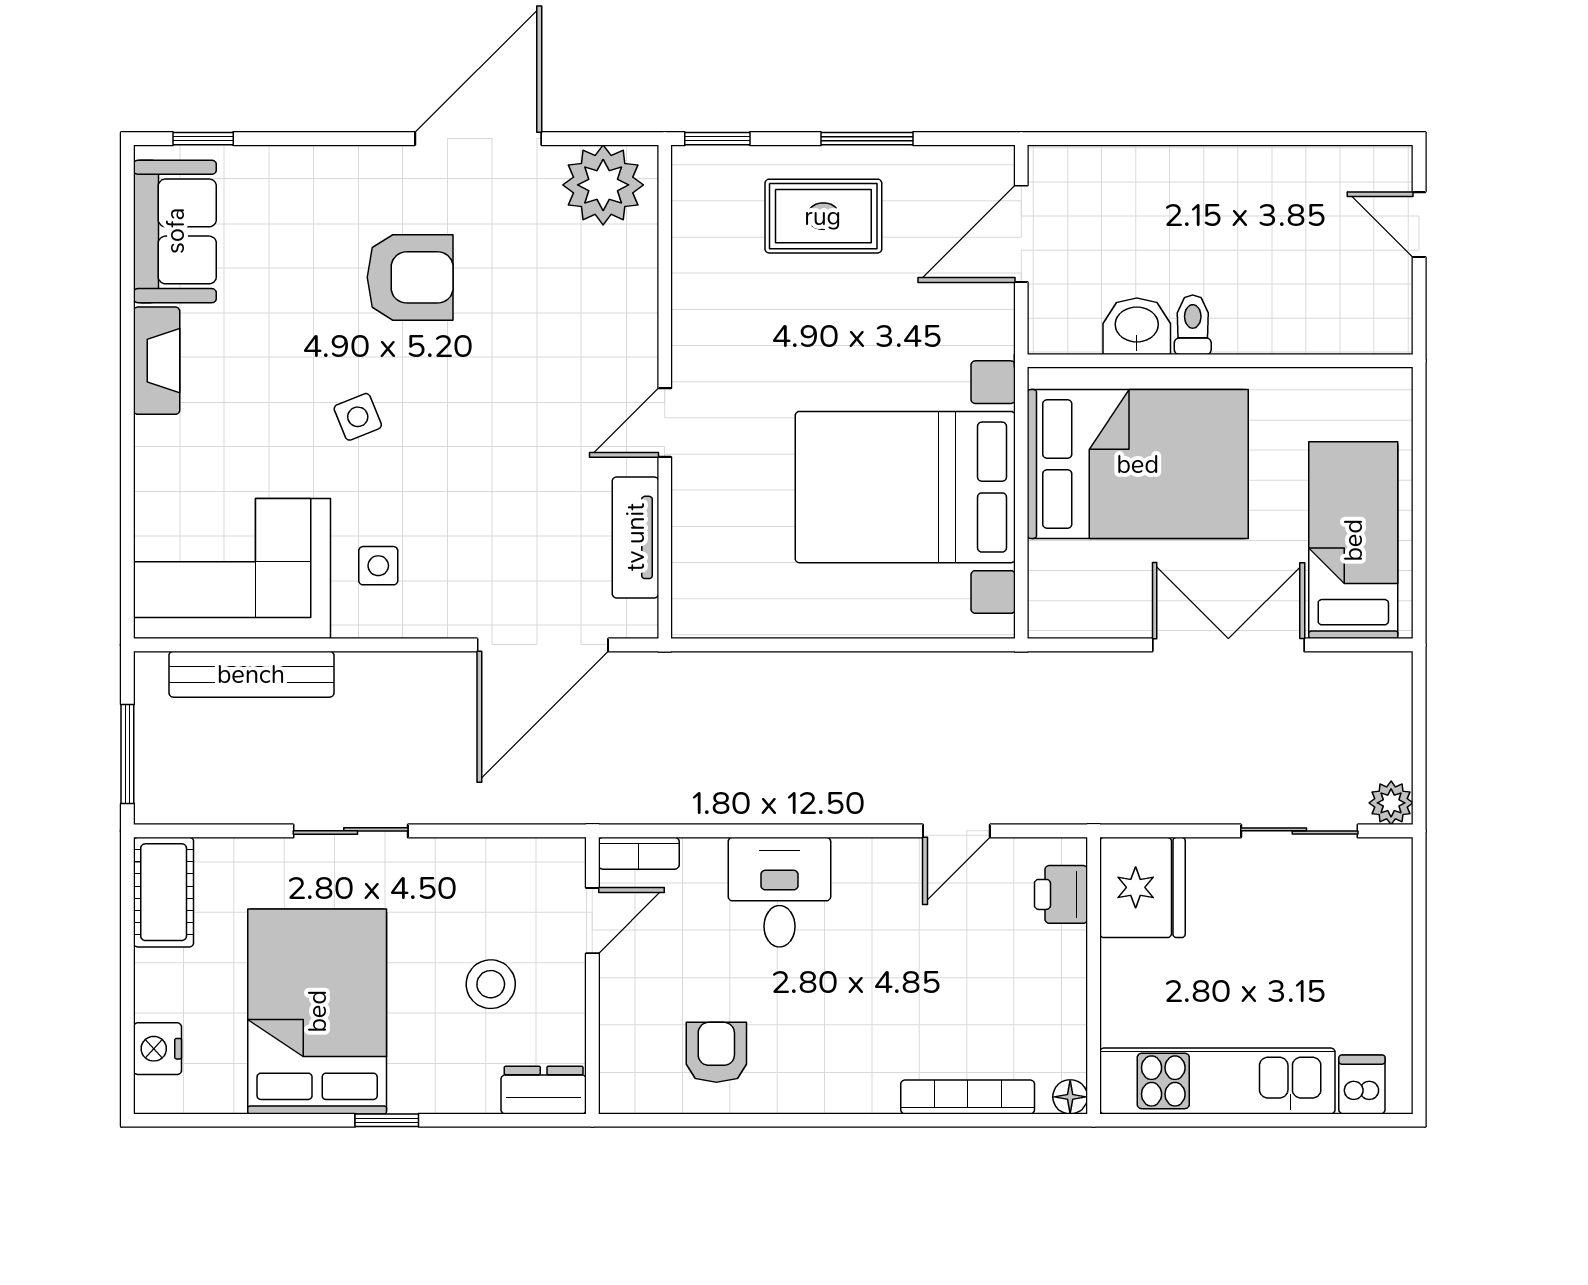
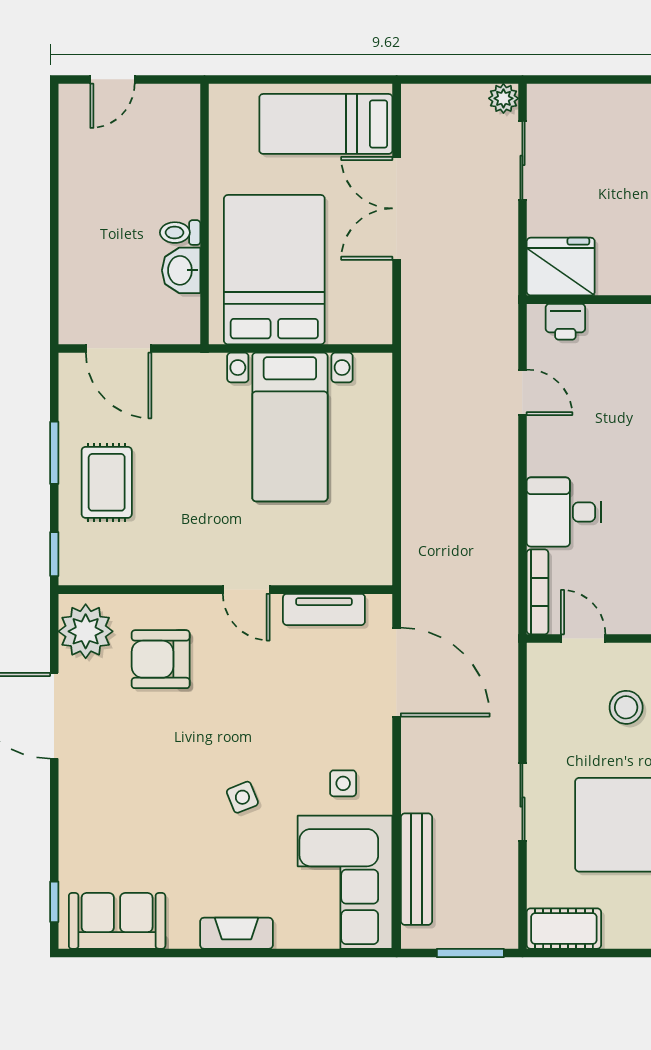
armchair: (410, 277) -> (161, 659), moved, turned -90
fireplace: (157, 361) -> (236, 933), moved
bed with nightstands: (905, 487) -> (290, 427), width x0.73
bookcase: (639, 853) -> (538, 592), width x1.56

